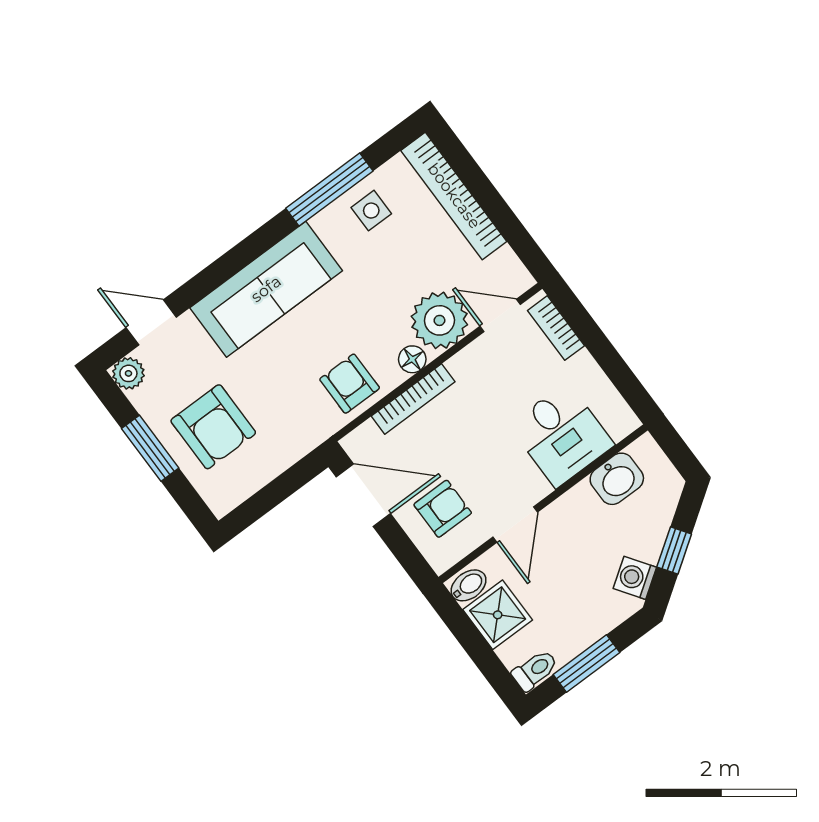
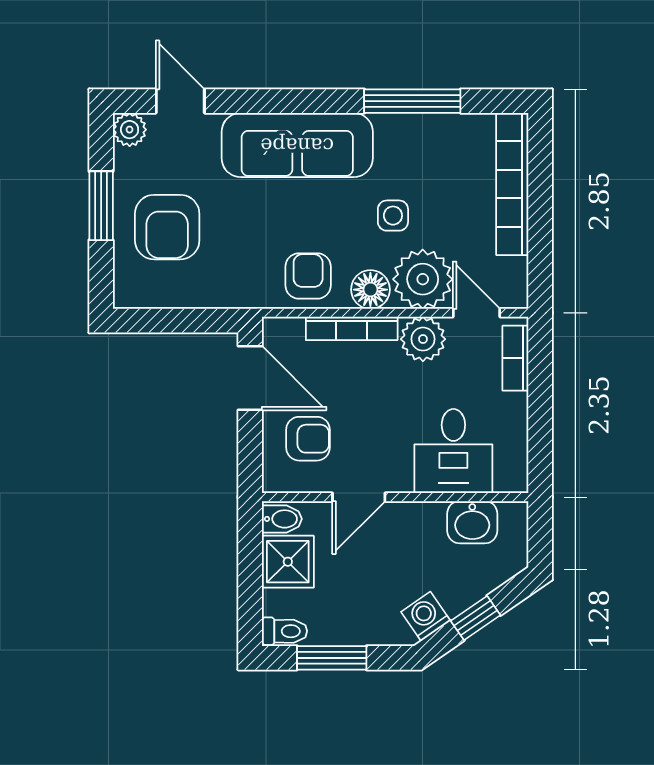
side table: (371, 211) -> (393, 216), moved
floor lamp: (412, 359) -> (370, 290), width x1.37, depth x1.37
plant: (474, 366) -> (423, 339), added

